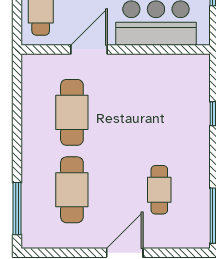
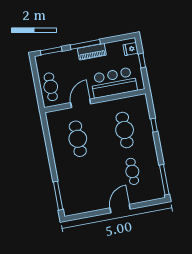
cafe table: (72, 190) -> (125, 130), moved

